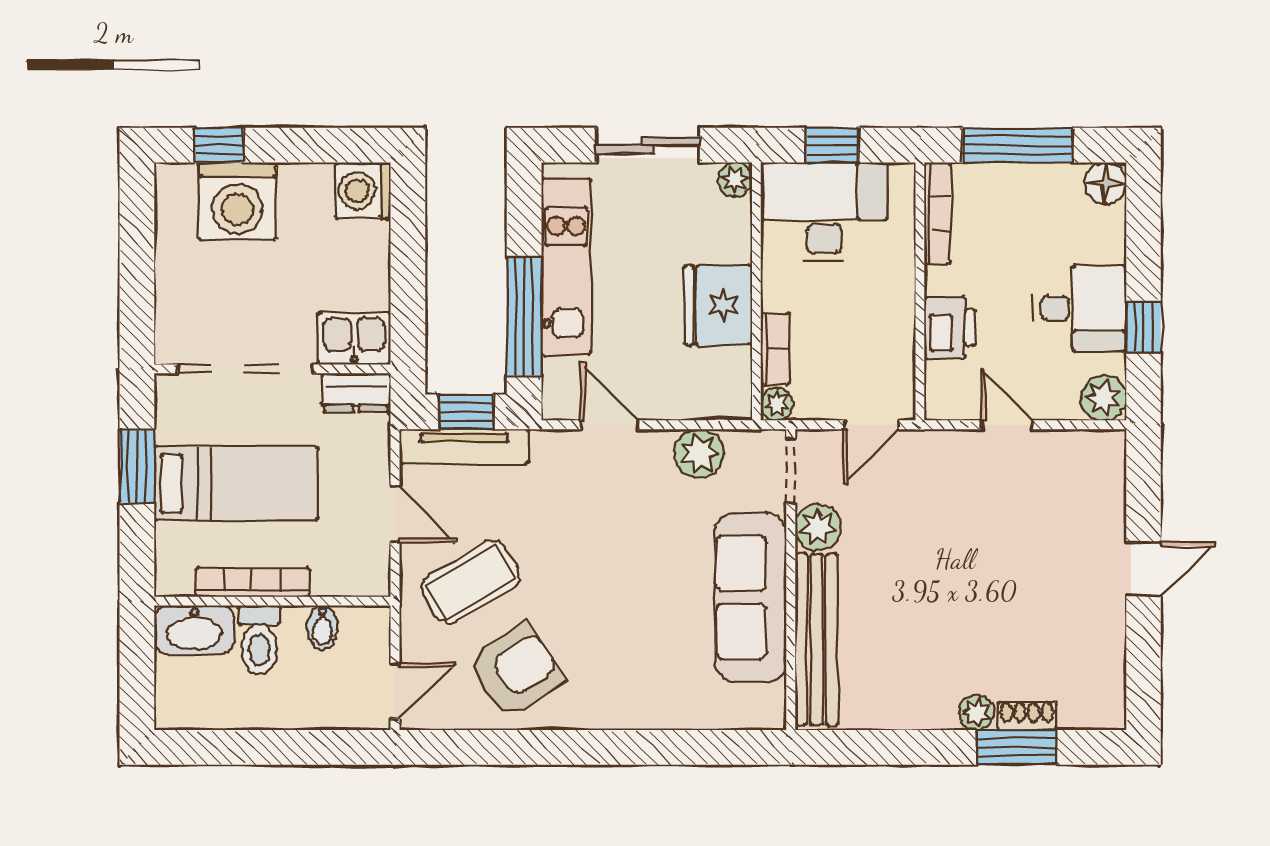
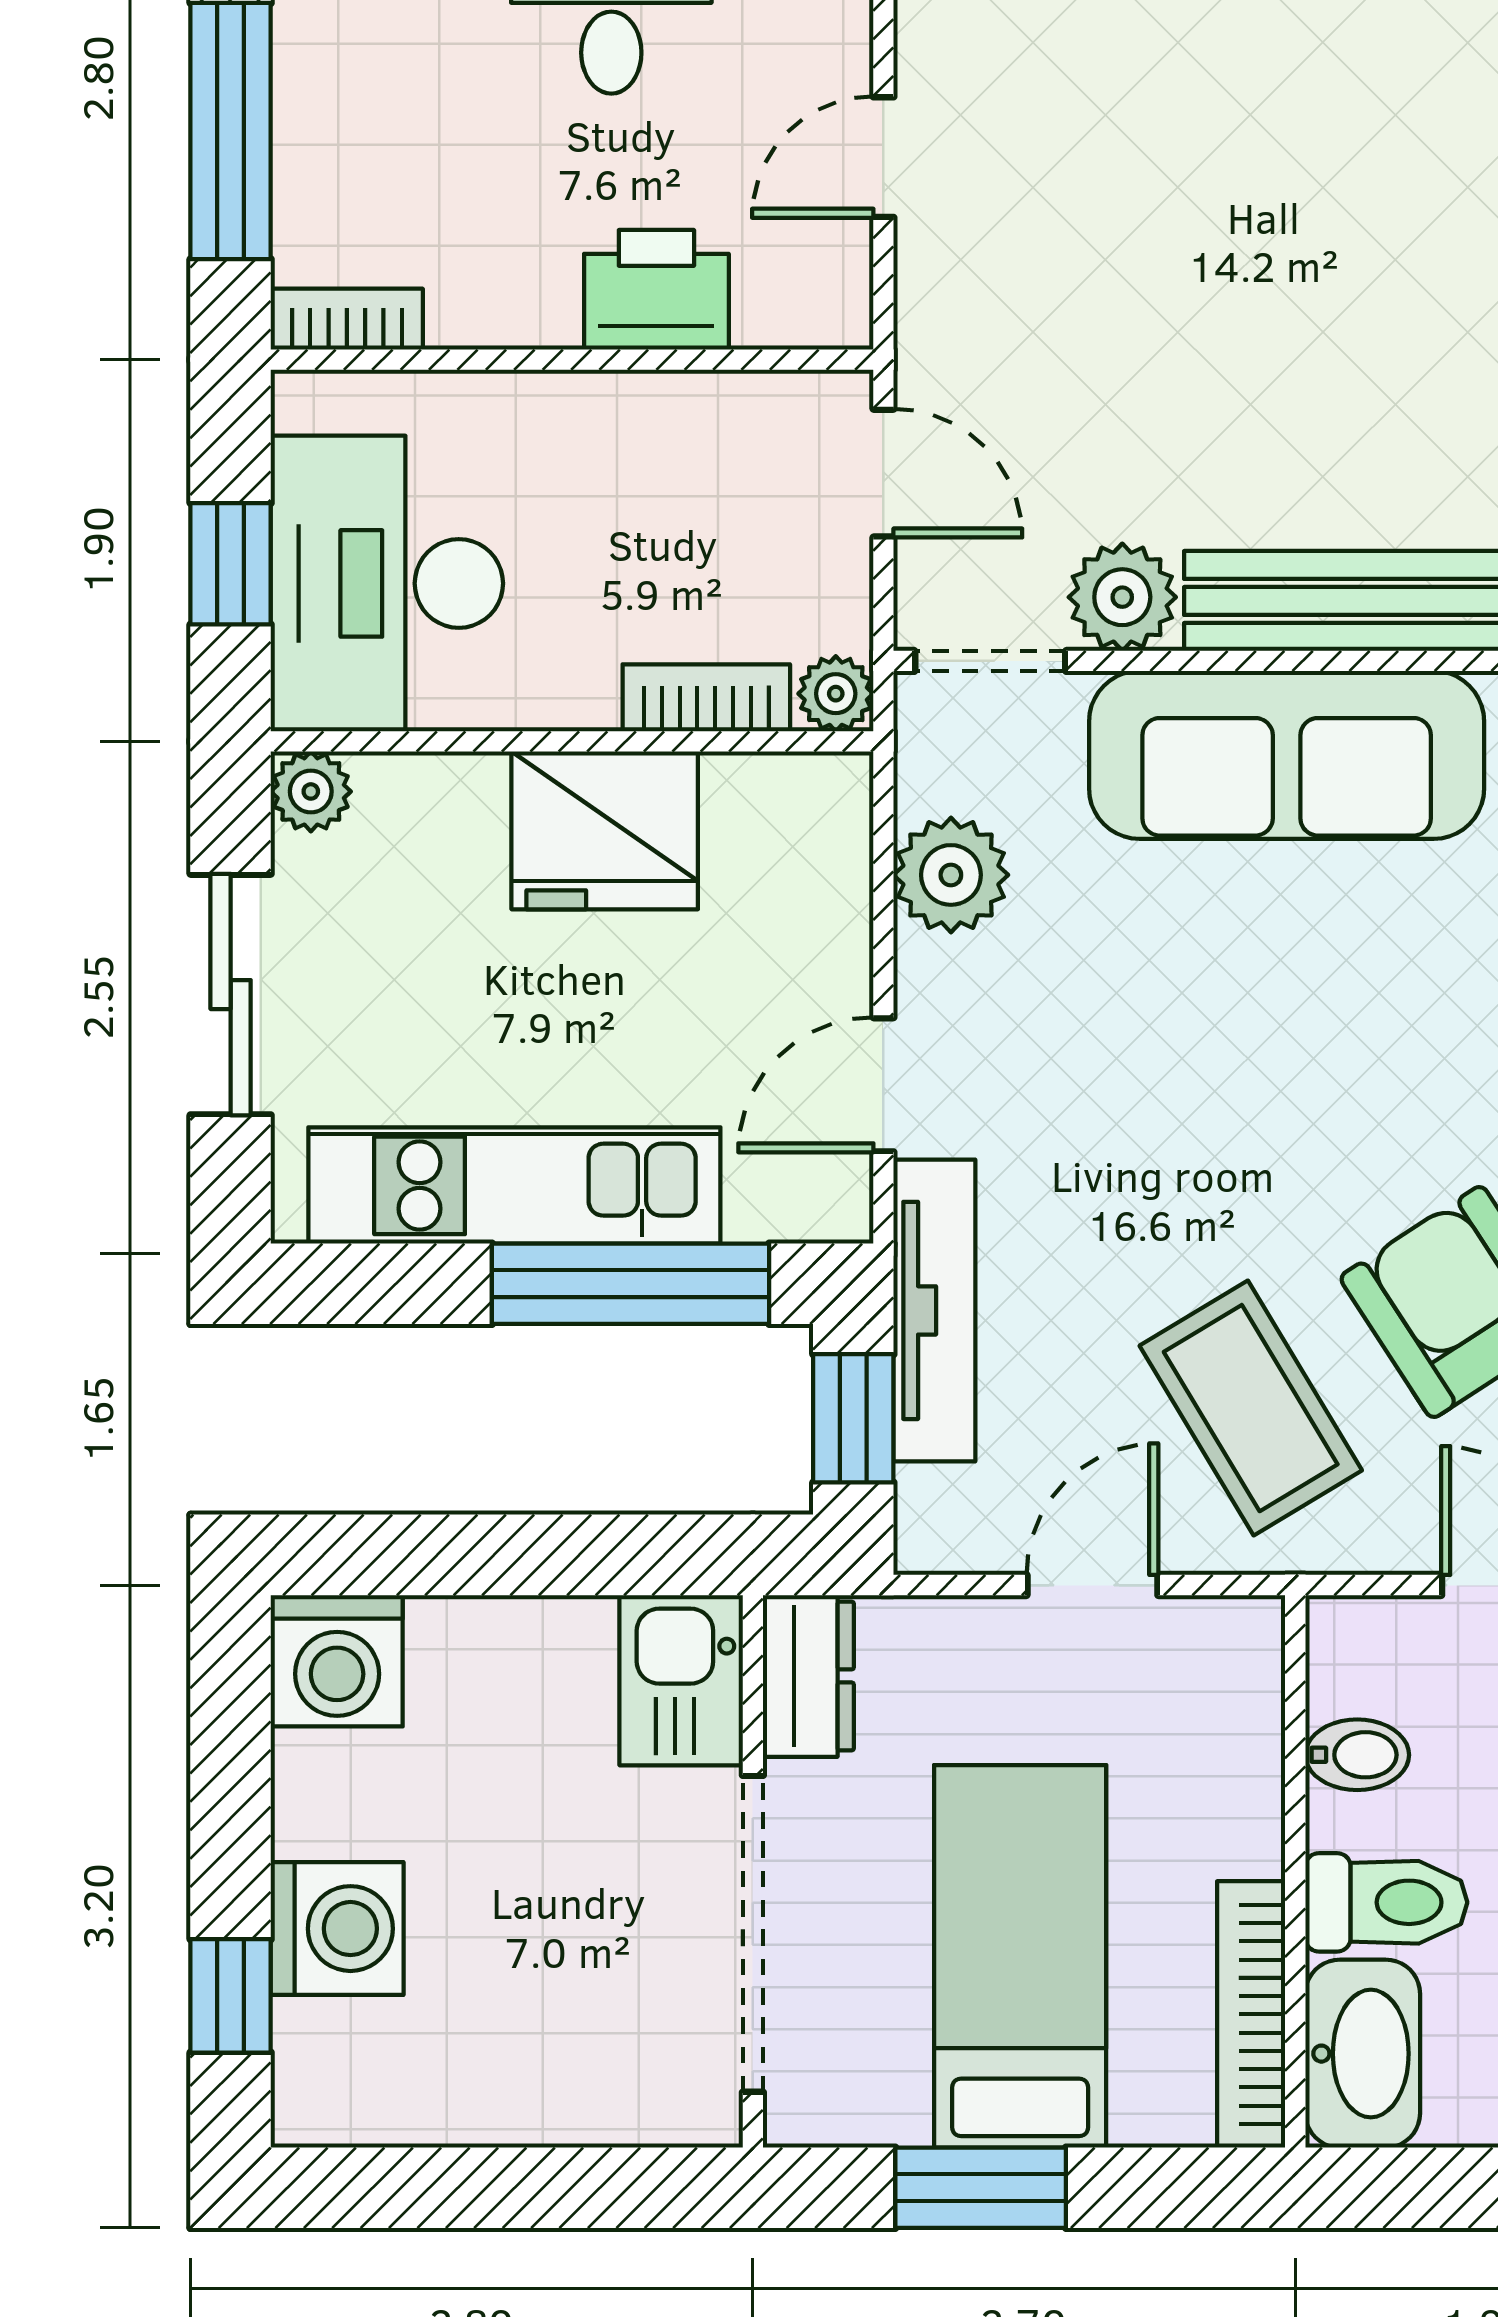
washing machine: (237, 201) -> (337, 1929), width x0.73, depth x0.73
bookcase: (937, 213) -> (347, 319), width x0.64
tv unit: (464, 447) -> (934, 1310), moved
bookcase: (252, 582) -> (1251, 2014), moved

